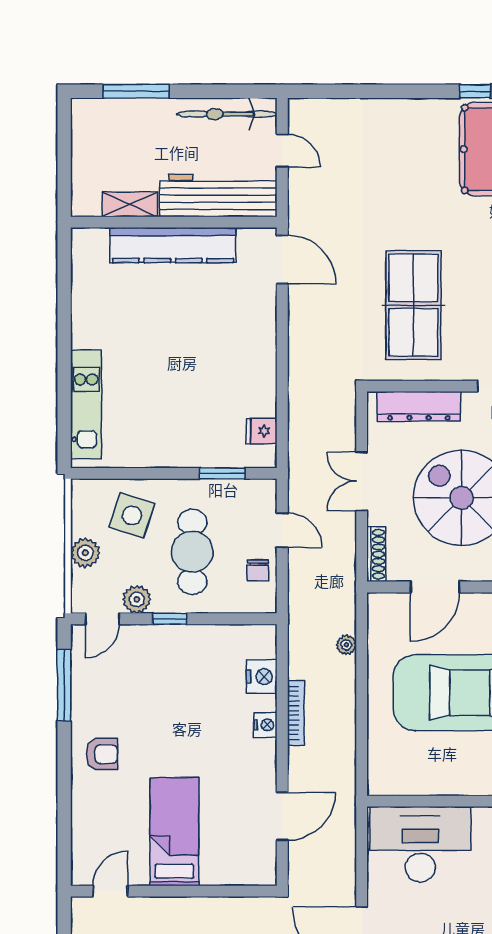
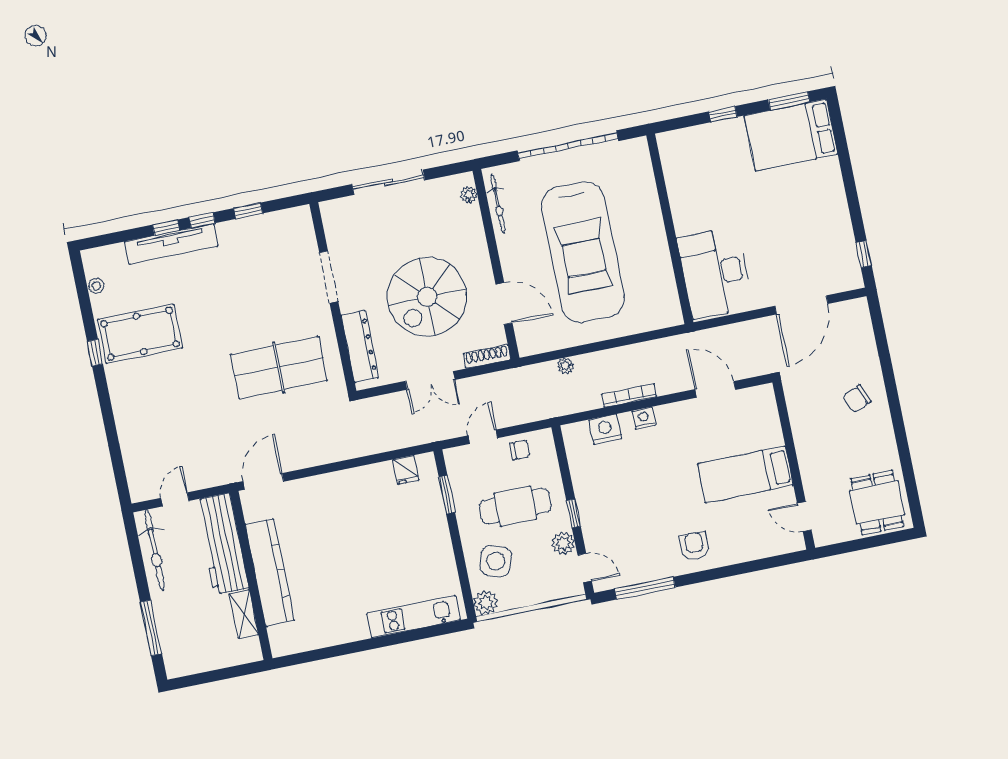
plant: (85, 553) -> (486, 603), moved

